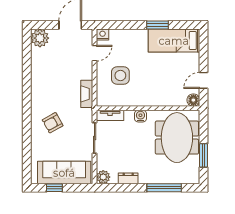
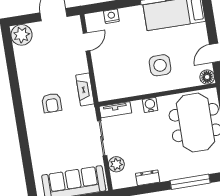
nightstand: (103, 35) -> (111, 16), moved
side table: (120, 76) -> (160, 65), moved
armchair: (53, 123) -> (52, 103), moved, turned -61
plant: (103, 177) -> (116, 164), moved

